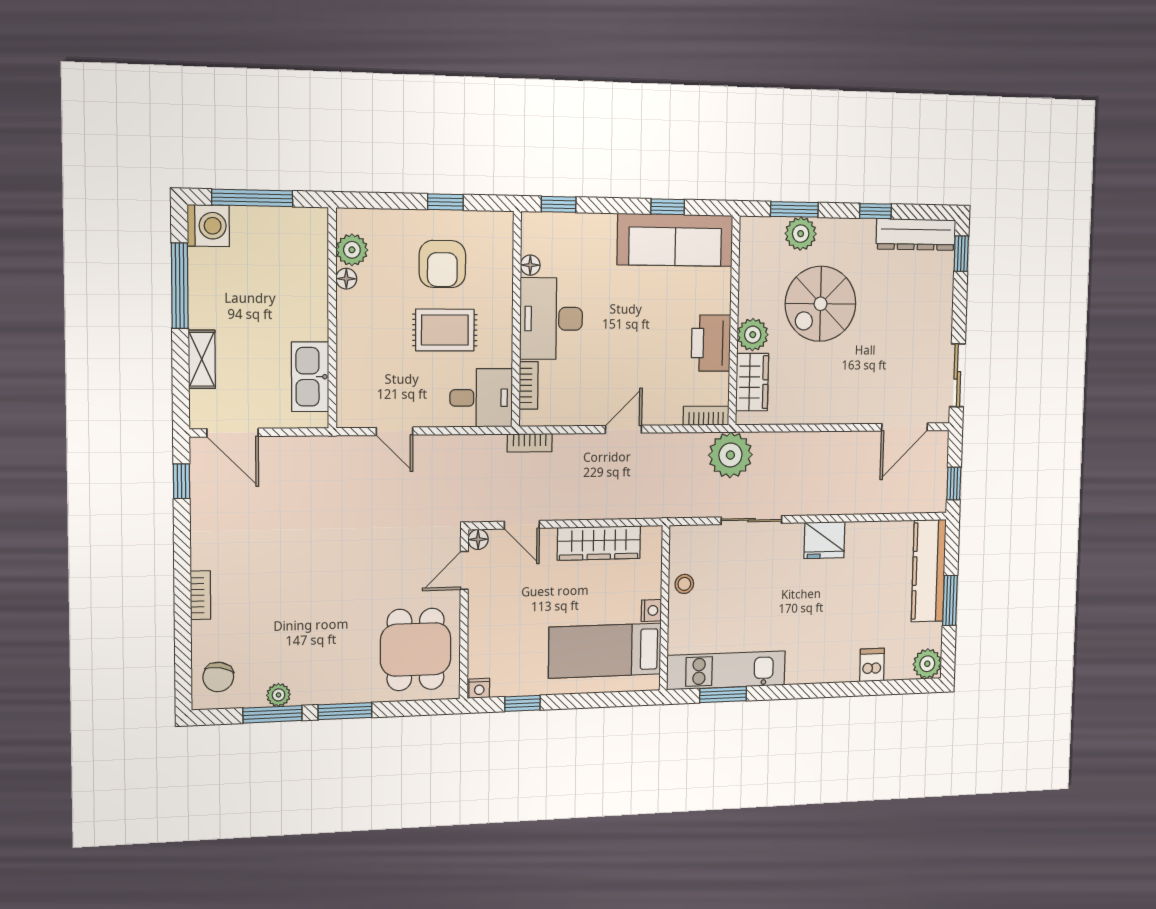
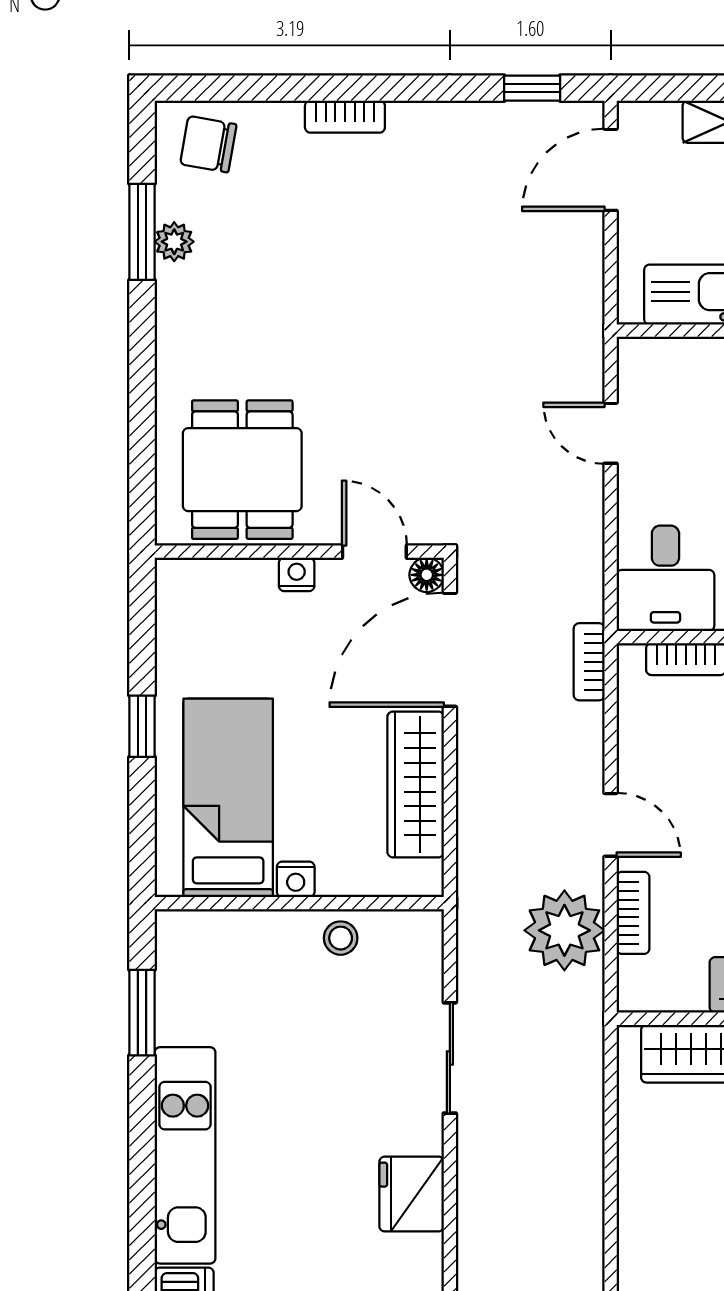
bookcase: (706, 416) -> (633, 913), moved
door: (395, 431) -> (611, 433), hinge flipped
plant: (730, 455) -> (564, 930), moved
door: (522, 525) -> (450, 650), width x1.88
dining table: (416, 649) -> (242, 470), turned 90
kitchen unit: (726, 670) -> (185, 1155), moved
nightstand: (479, 688) -> (297, 574), moved, turned 90
window: (523, 703) -> (142, 726), moved
window: (345, 711) -> (142, 351), removed

